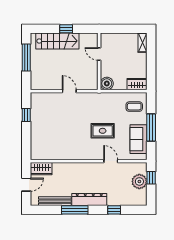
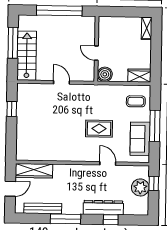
window: (66, 29) -> (59, 11), width x3.17
stairs: (57, 41) -> (27, 56), moved, turned -90
door: (99, 54) -> (96, 53), moved
wardrobe: (41, 169) -> (34, 171), width x1.50
dresser: (89, 200) -> (103, 208), moved

